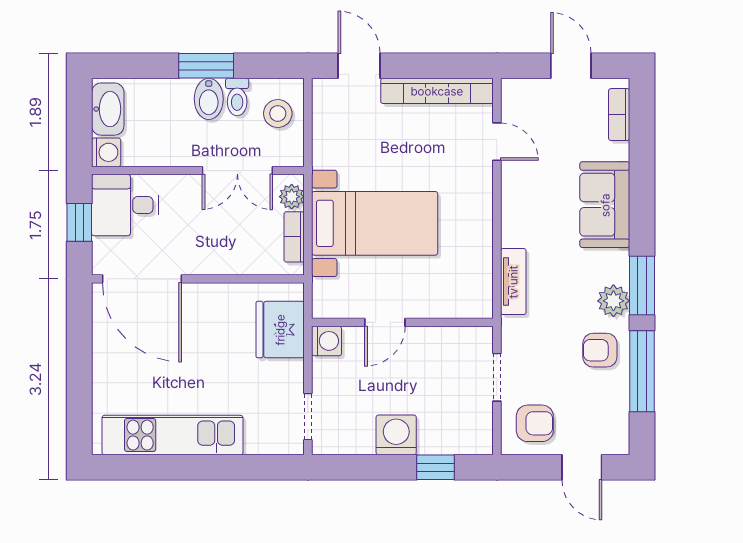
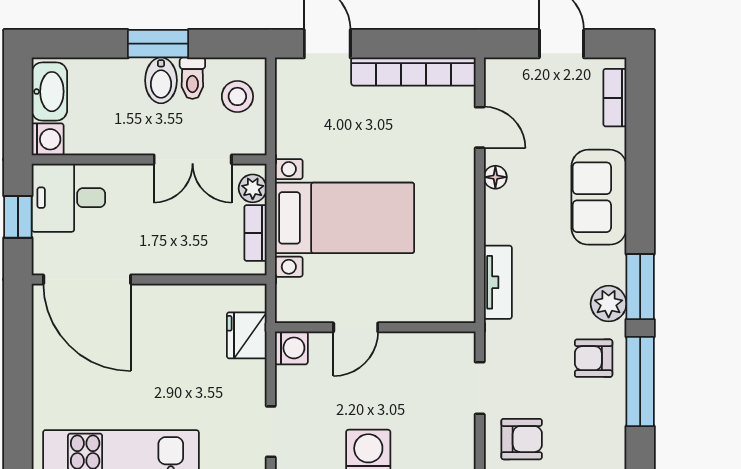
floor lamp: (511, 187) -> (495, 177), added
fridge: (280, 330) -> (247, 335), width x0.73, depth x0.75

